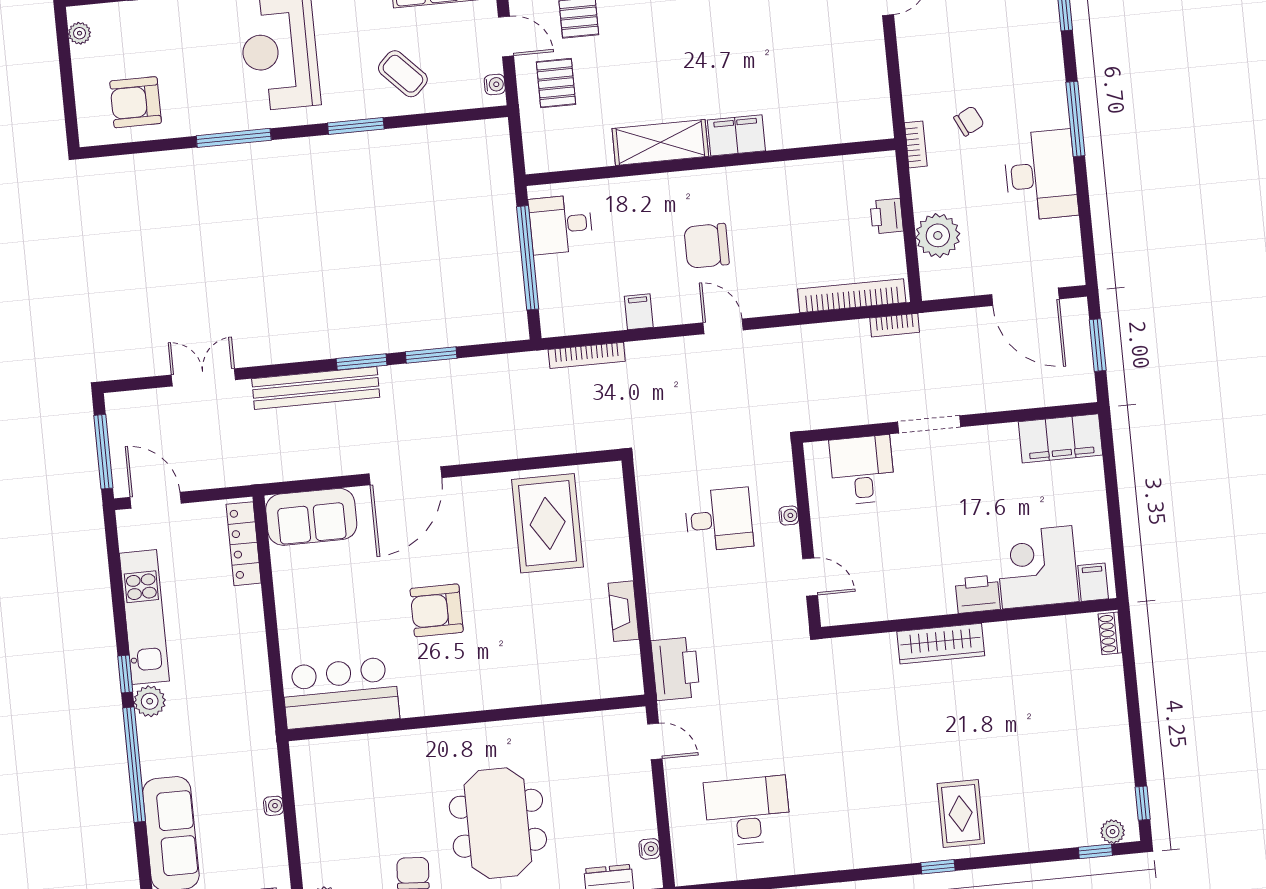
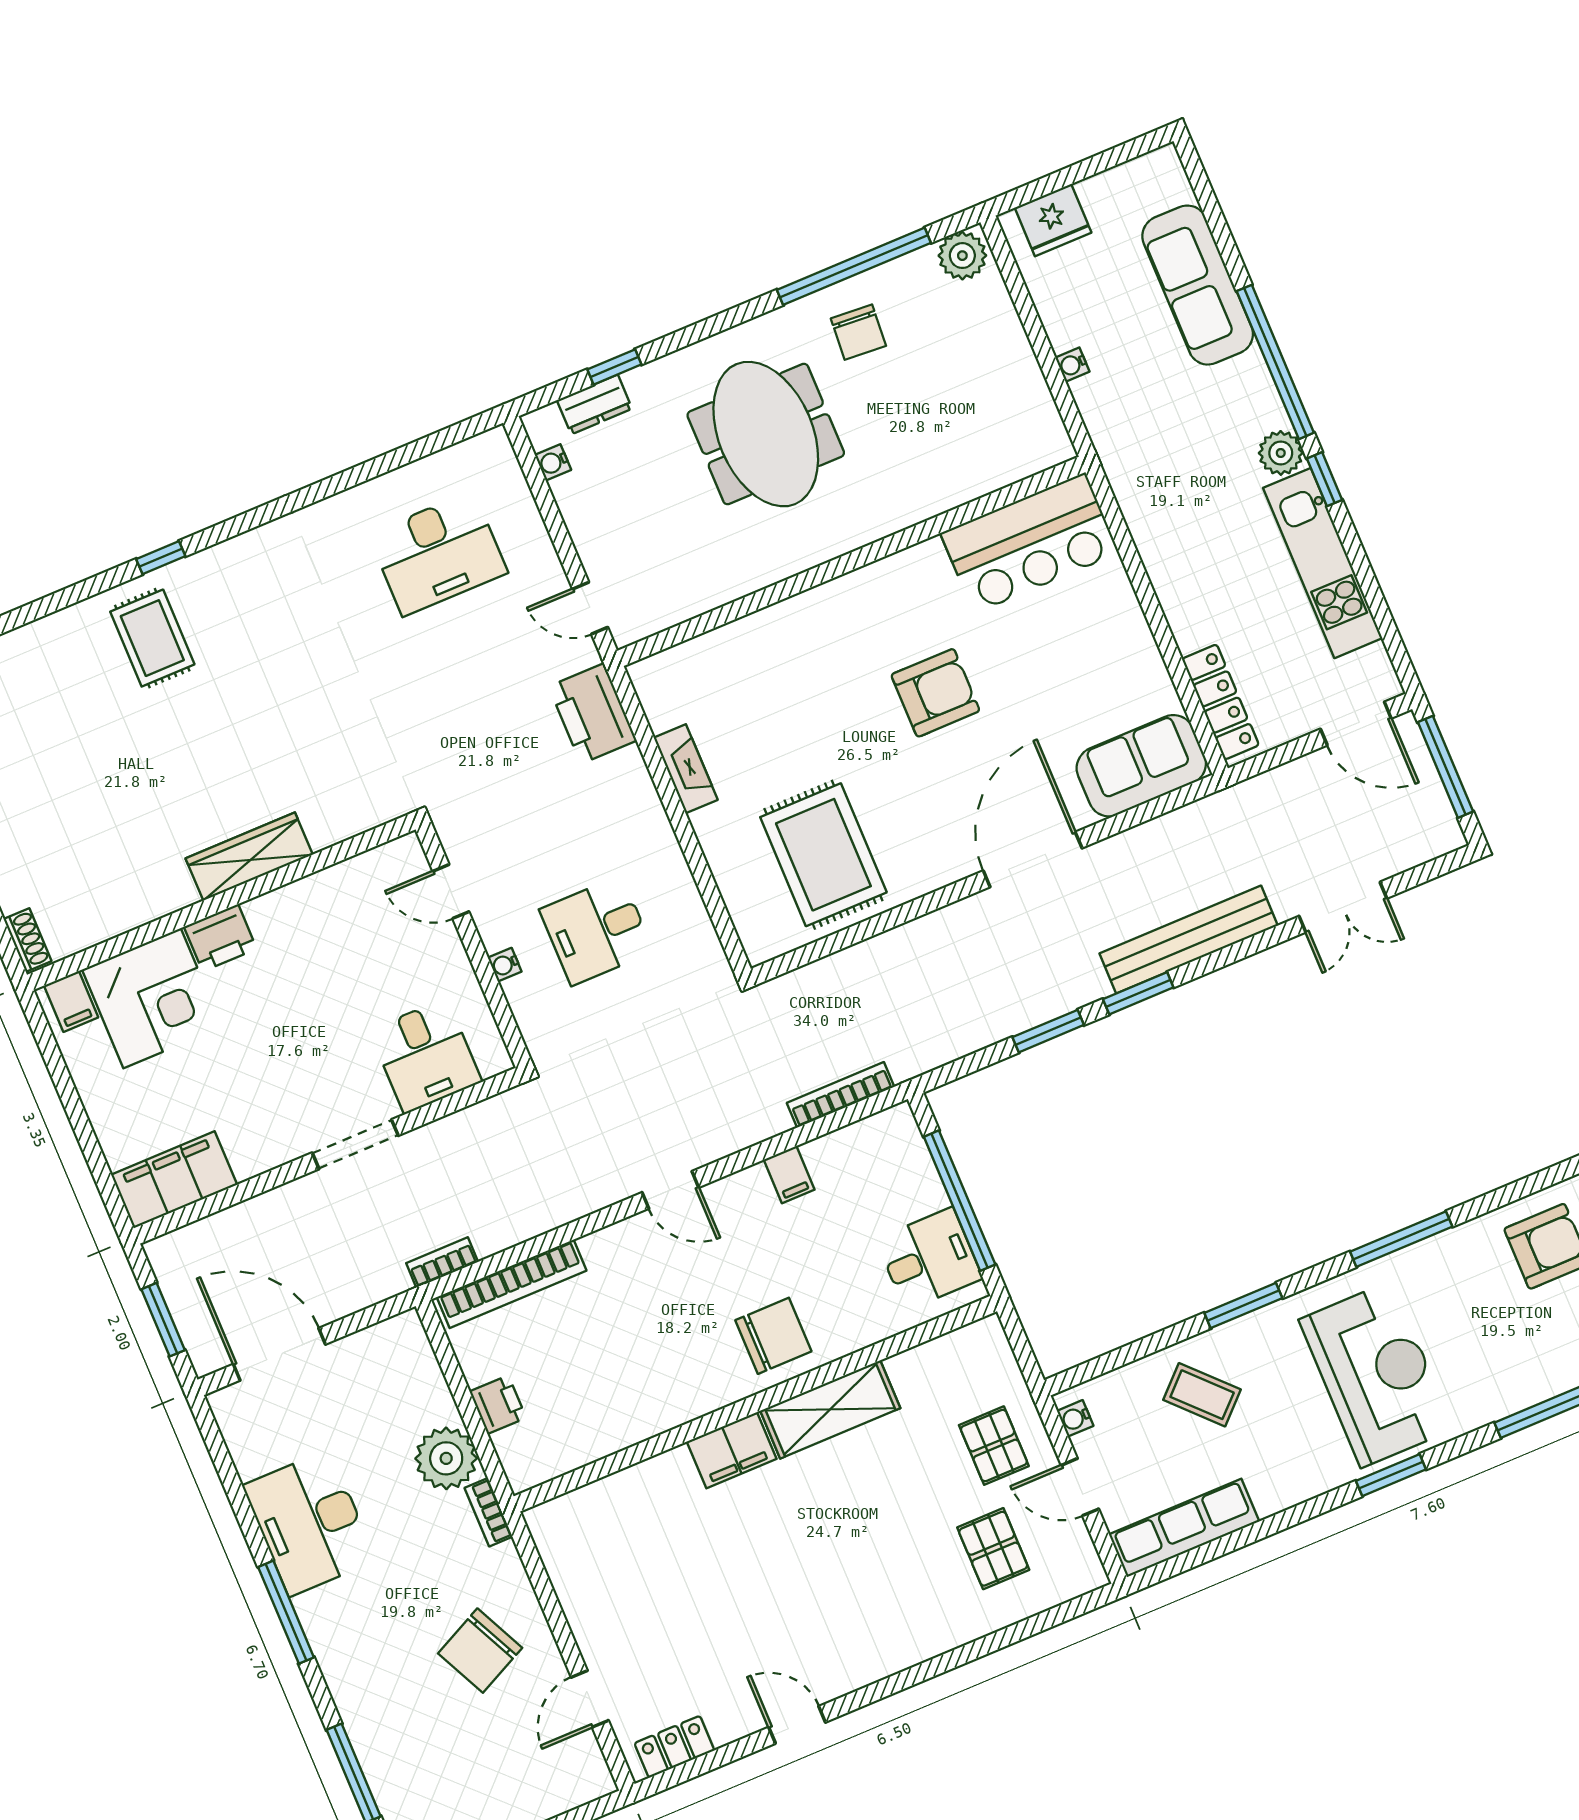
chair: (969, 121) -> (480, 1651), moved, width x1.87, depth x1.87
plant: (938, 235) -> (446, 1458), moved
chair: (707, 246) -> (773, 1336), moved

